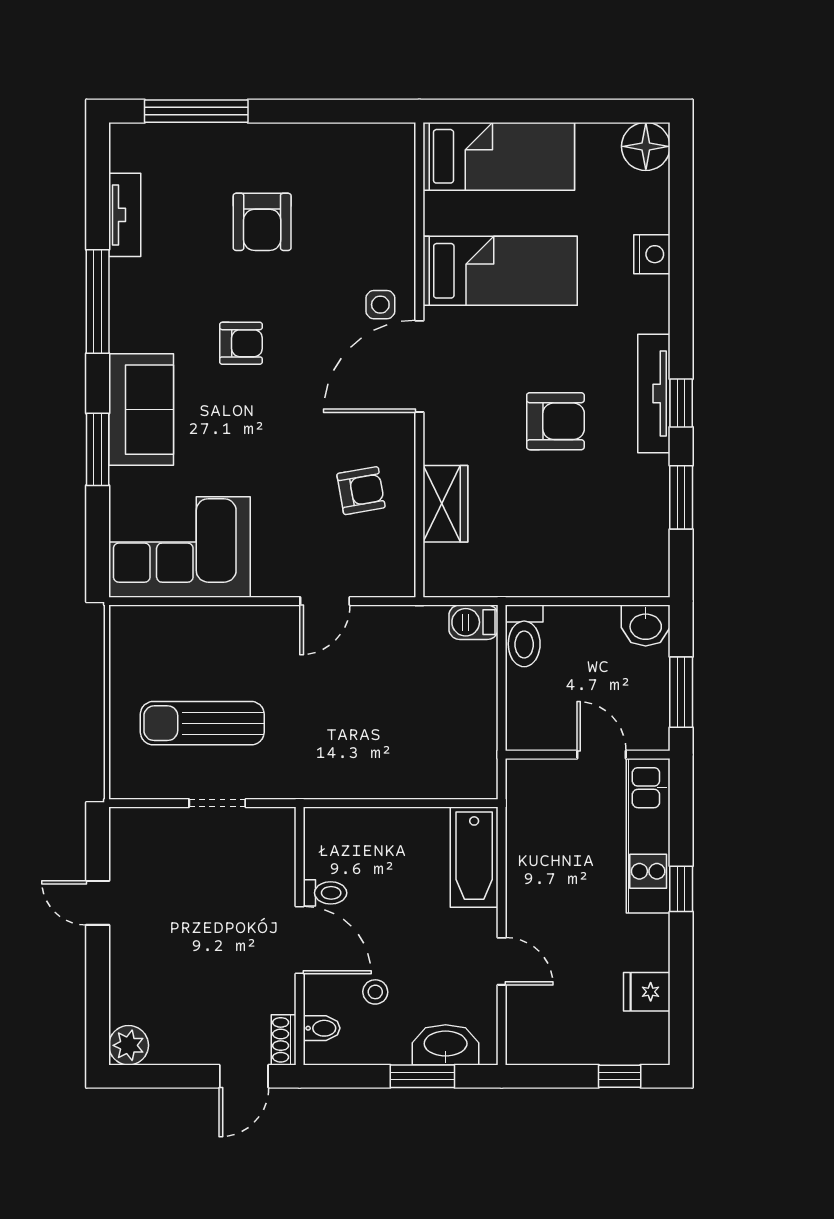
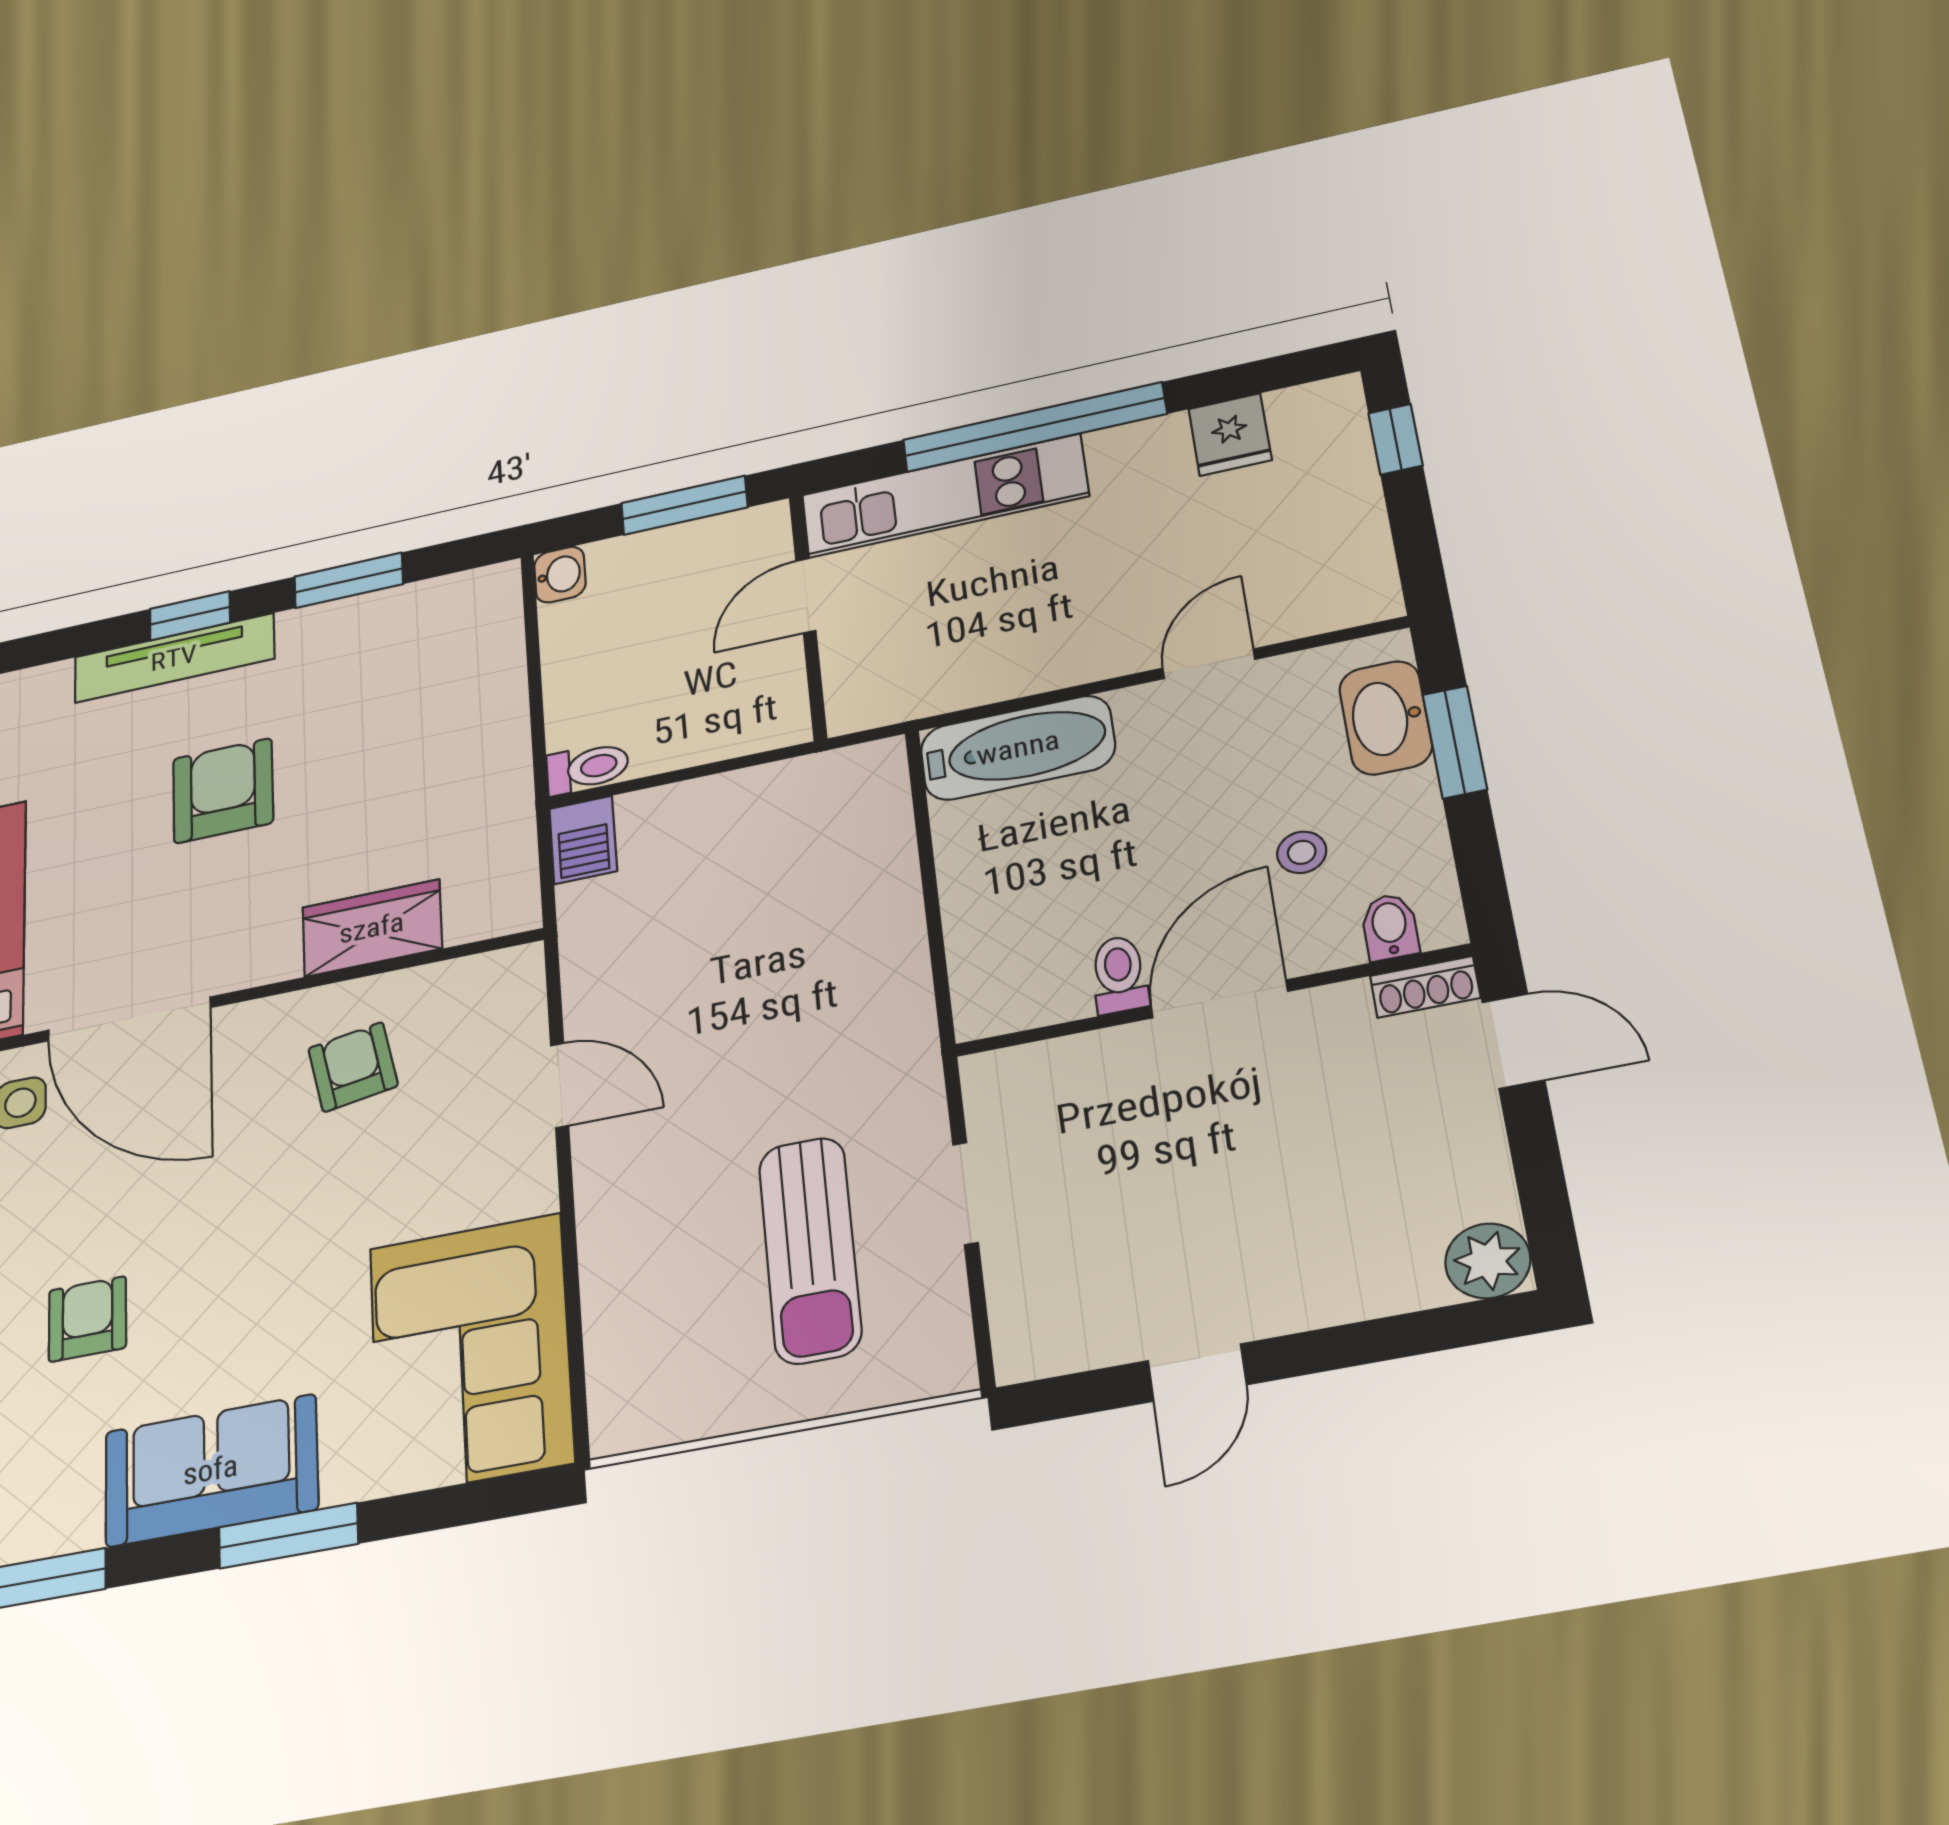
washbasin: (646, 625) -> (560, 575), width x0.72, depth x0.69
toilet: (524, 636) -> (587, 768), width x0.73, depth x0.72
window: (681, 889) -> (1034, 427), width x3.17

